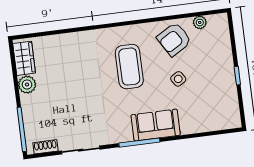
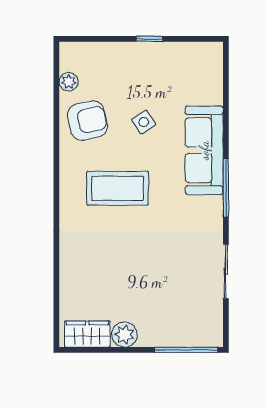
armchair: (174, 39) -> (88, 121), turned -72
sofa: (156, 125) -> (204, 150), width x1.36
shoe rack: (45, 147) -> (215, 320), removed

